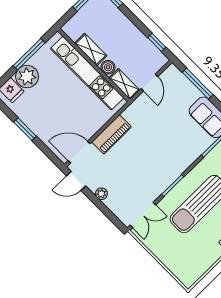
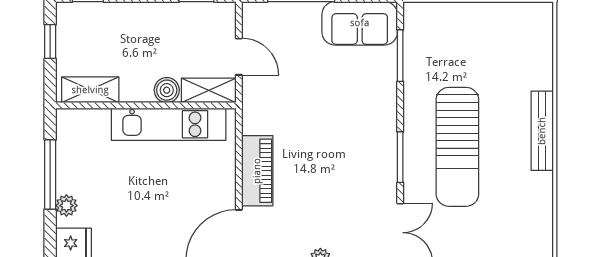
shelving: (91, 50) -> (90, 90), moved
kitchen unit: (87, 73) -> (169, 124), width x0.73
plant: (27, 77) -> (66, 206), width x0.53, depth x0.53

